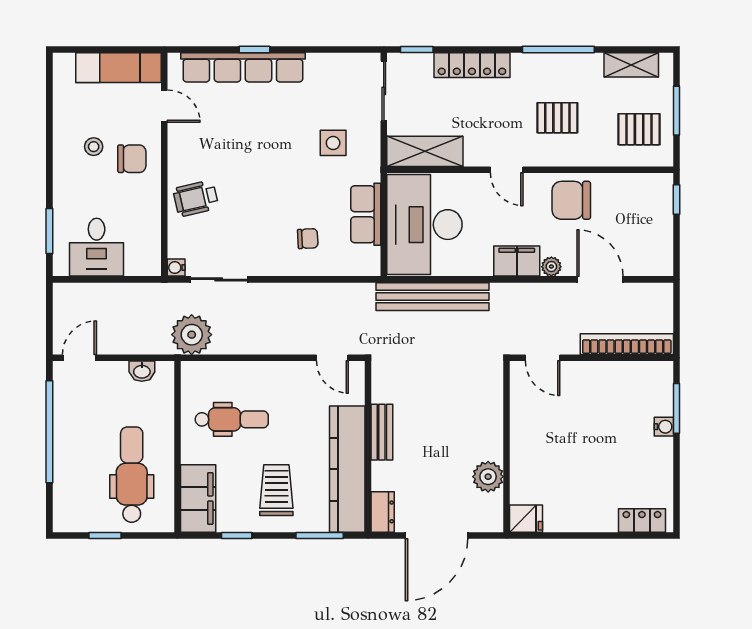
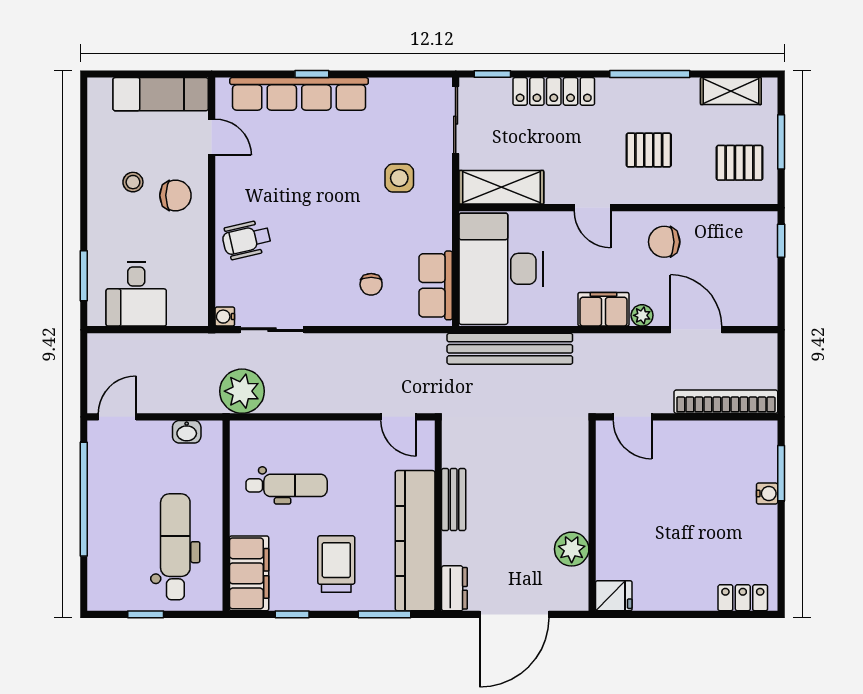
chair: (571, 200) -> (664, 242), width x0.73, depth x0.73
row of seats: (366, 214) -> (436, 285), moved
chair: (308, 239) -> (371, 284), turned 93

